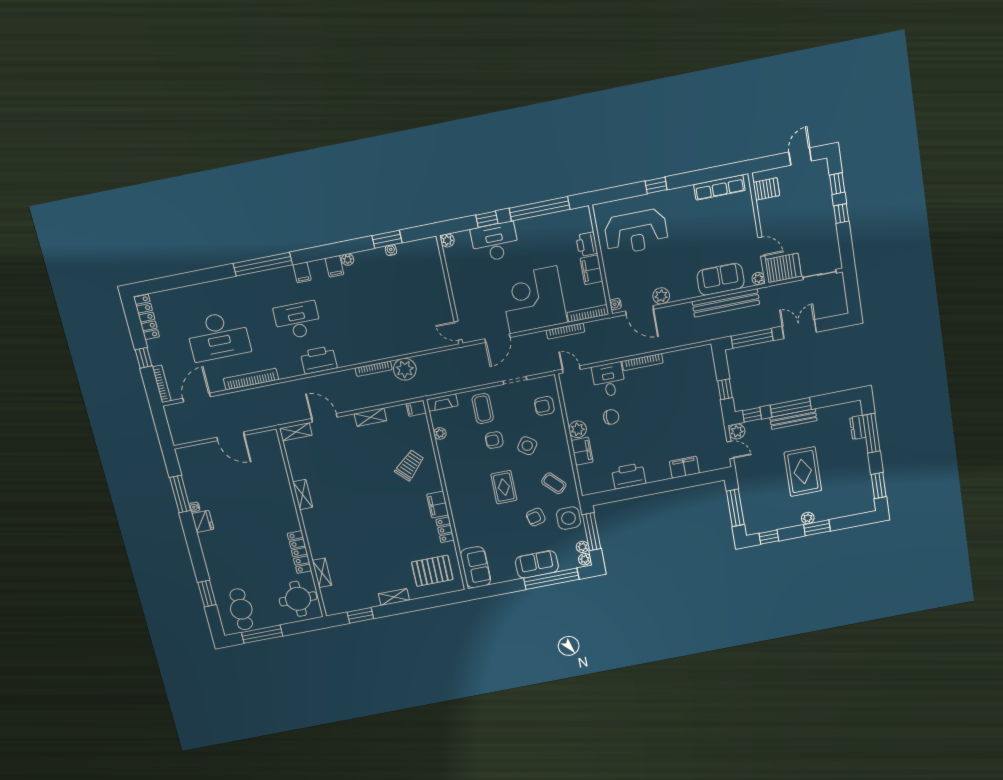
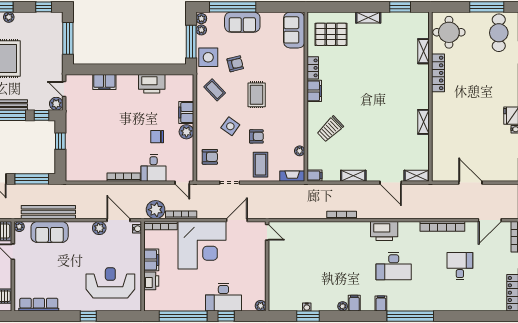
desk: (218, 336) -> (460, 266), width x0.53, depth x0.77
plant: (405, 369) -> (156, 210), moved

